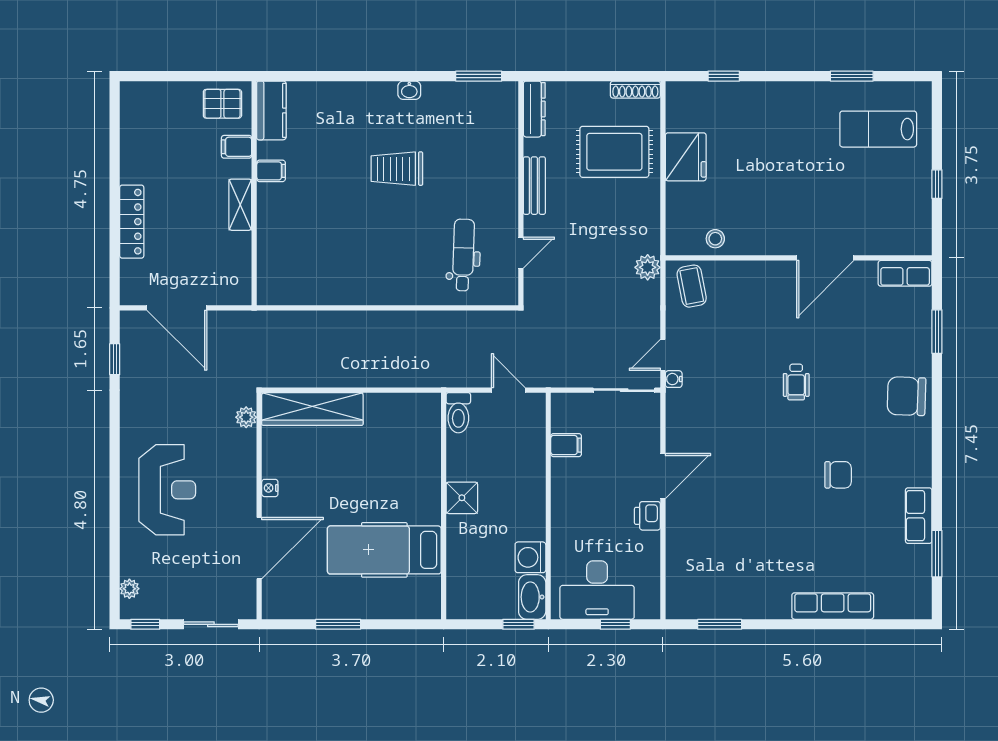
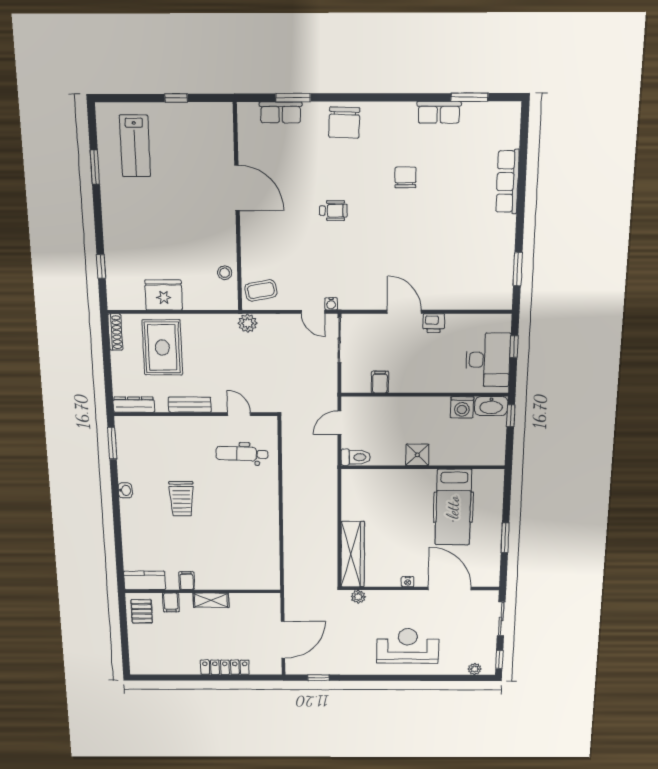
row of seats: (905, 273) -> (281, 112), moved, turned 90

